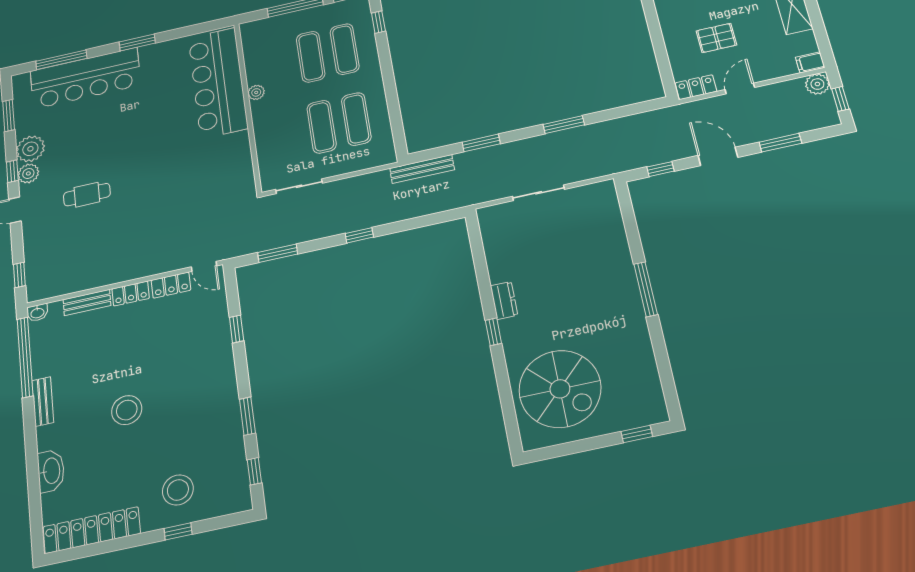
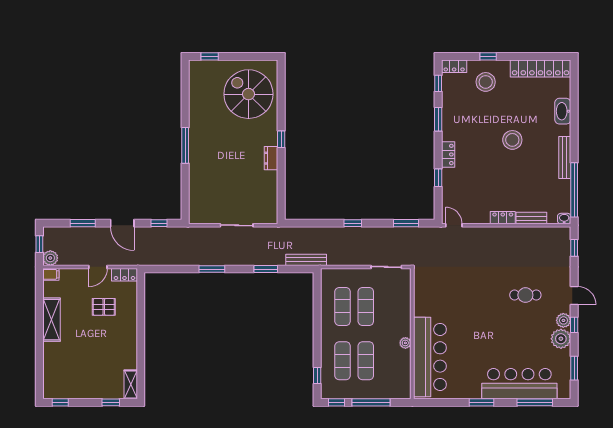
locker: (171, 285) -> (448, 154), moved, turned 90
bench: (43, 402) -> (565, 157), width x1.36
locker: (232, 504) -> (454, 66), added

